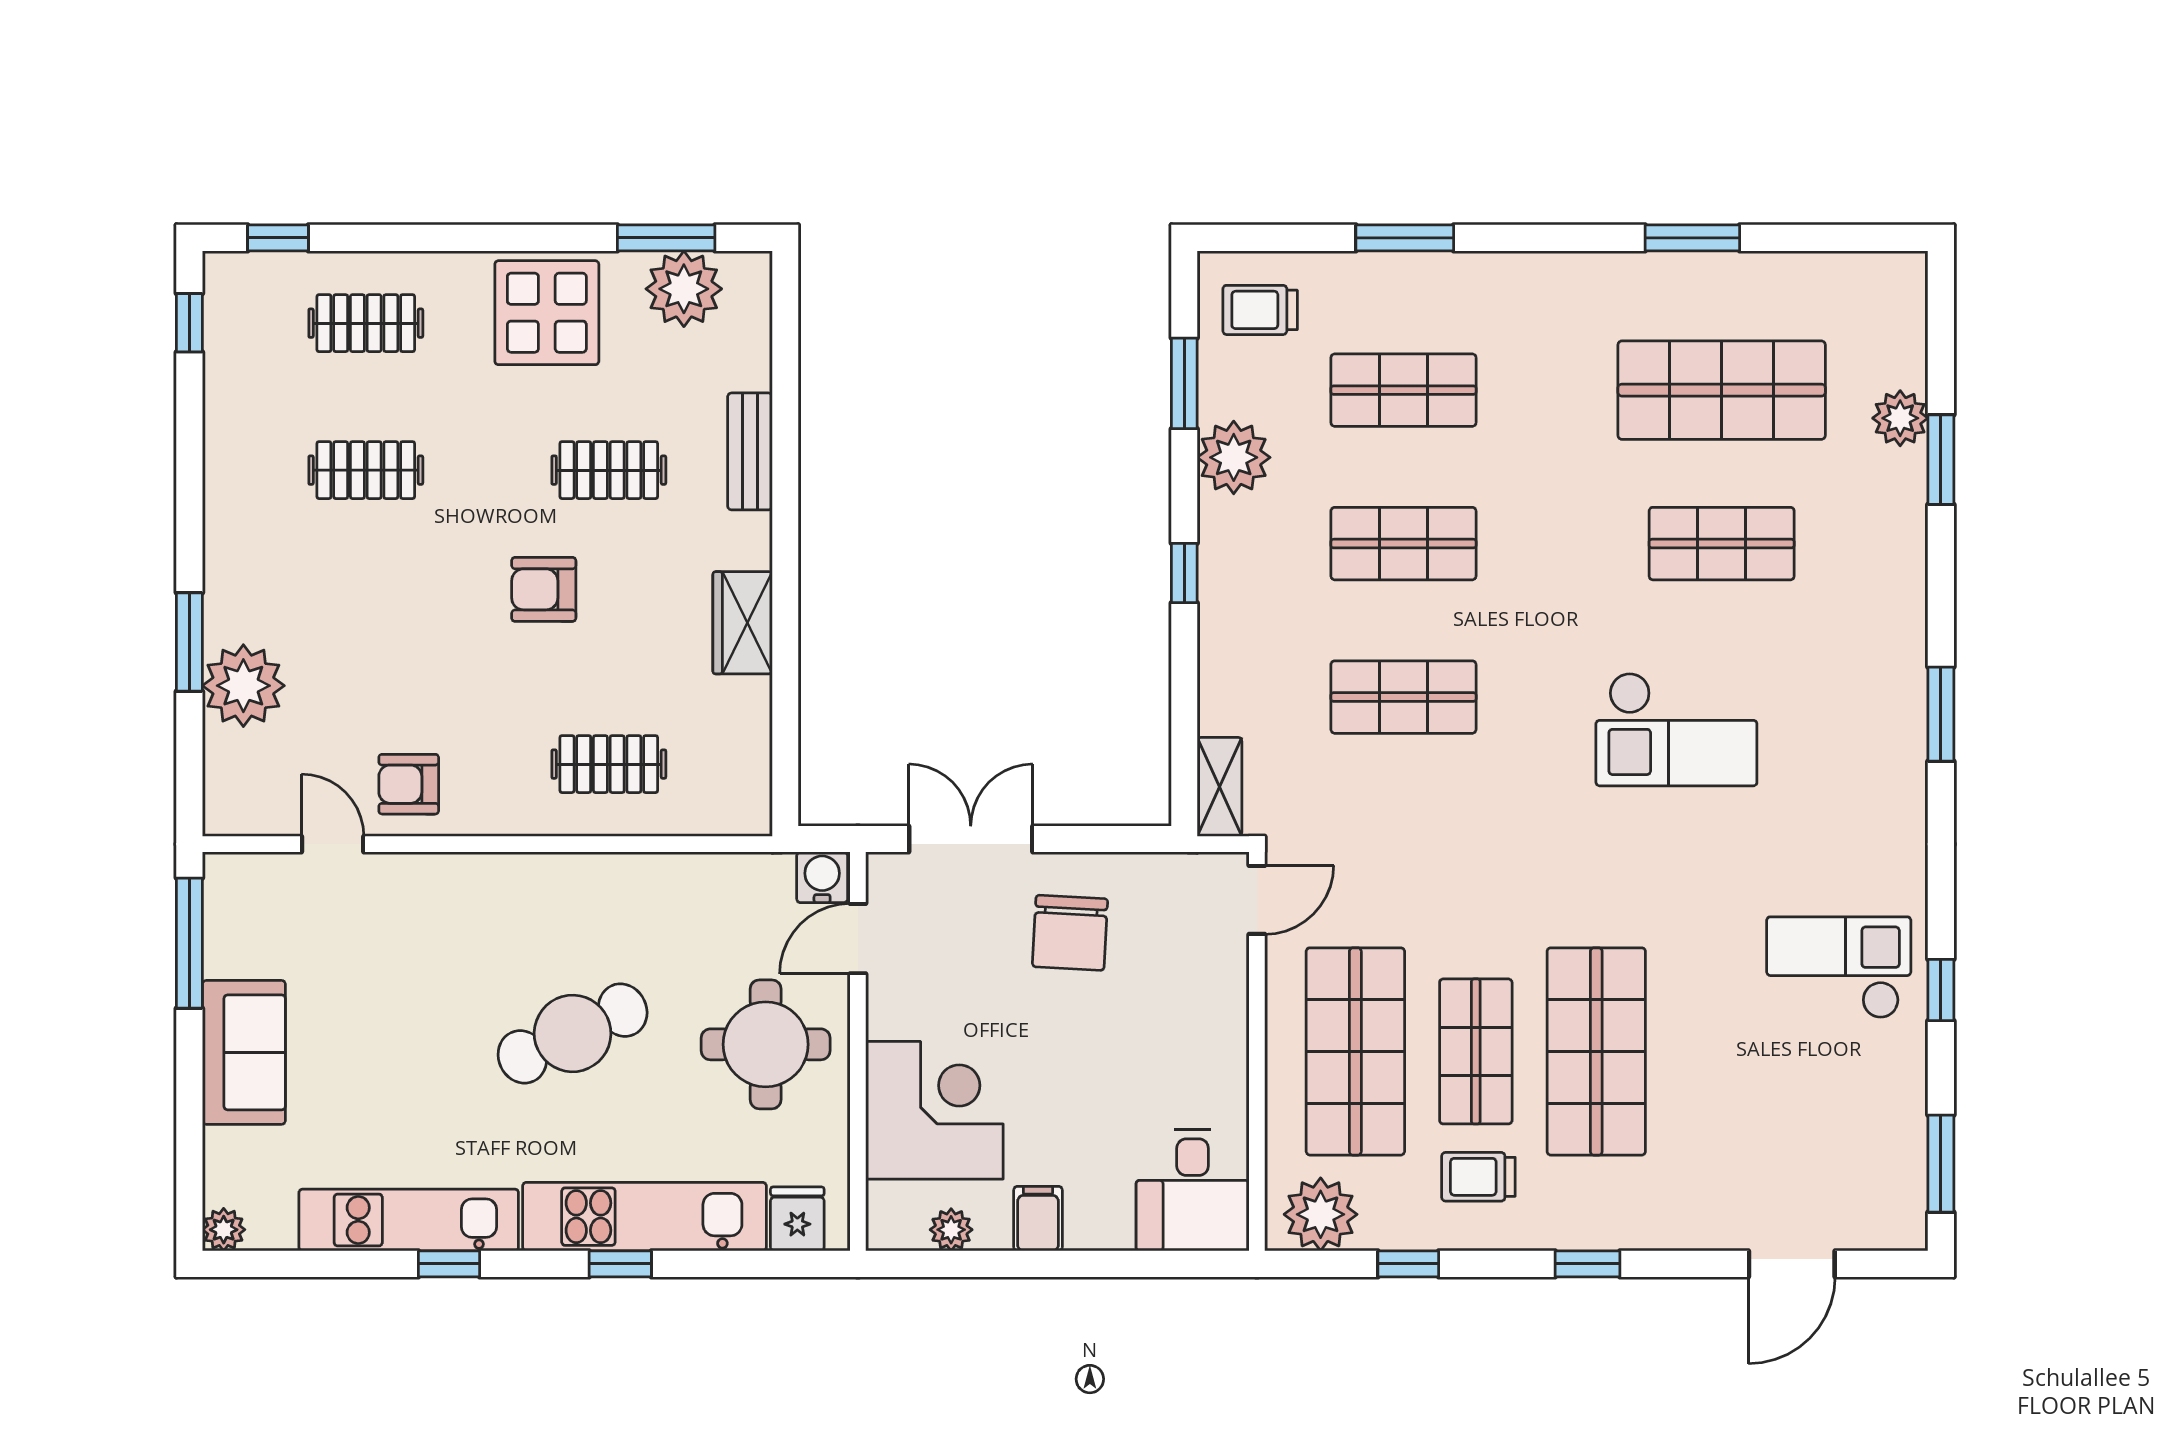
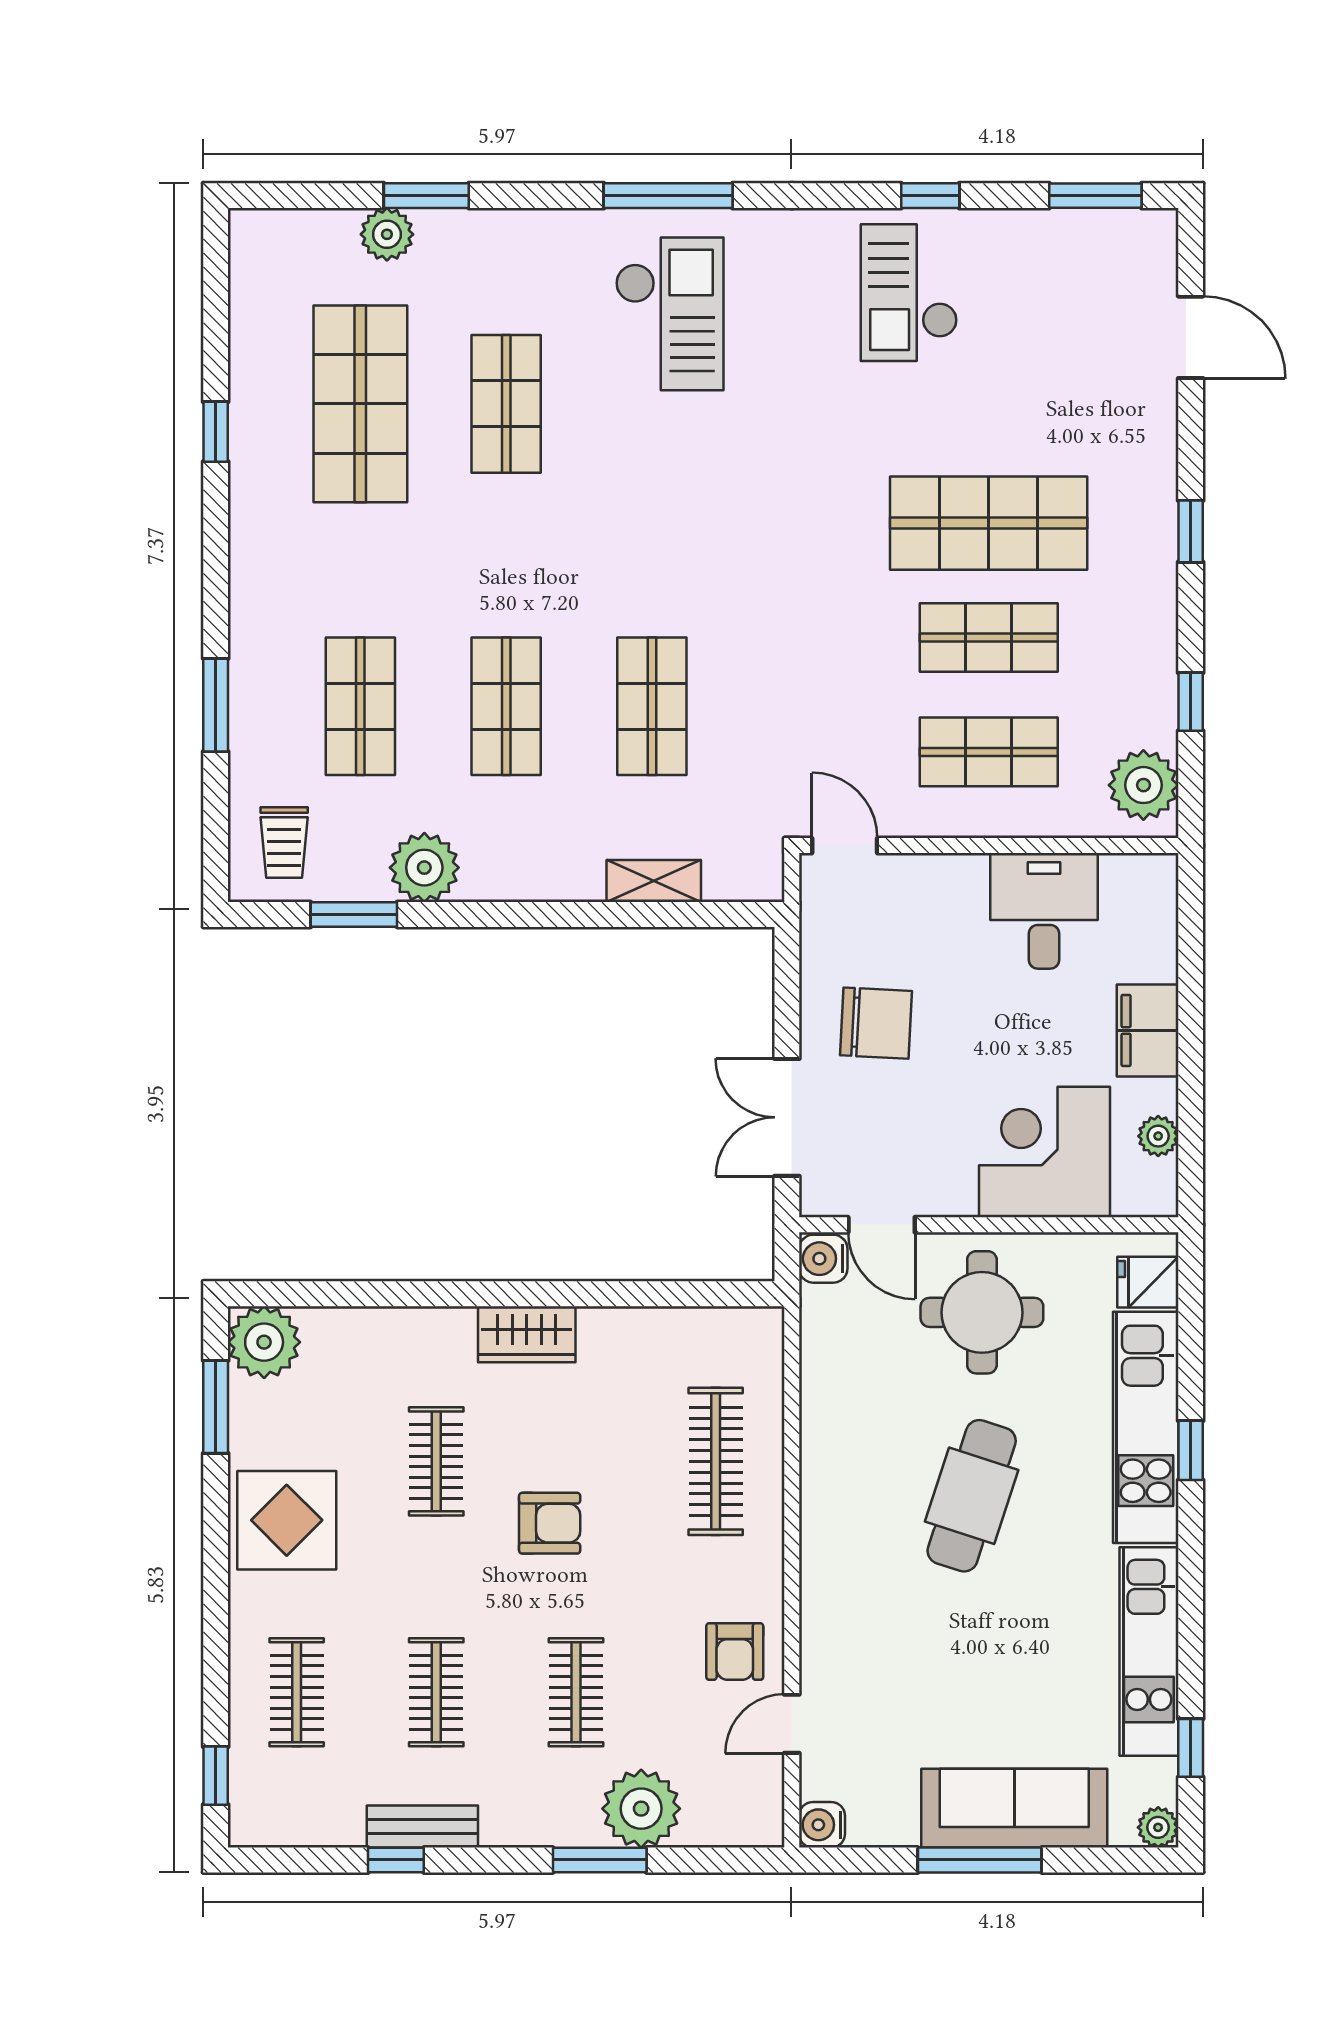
window: (1692, 238) -> (216, 432), width x0.67
plant: (684, 289) -> (264, 1342), moved
window: (189, 323) -> (396, 1860), moved
bench: (750, 451) -> (422, 1826), moved
window: (1184, 573) -> (534, 915), removed
armchair: (544, 589) -> (550, 1523), turned -90
clothes rail: (366, 617) -> (576, 1692), added
wardrobe: (743, 623) -> (527, 1334), moved
window: (1941, 714) -> (668, 196), width x1.44
checkout: (1676, 729) -> (670, 314), moved
clothes rail: (609, 764) -> (716, 1461), width x1.36
shelving: (1220, 787) -> (654, 881), moved
water cooler: (226, 876) -> (822, 1825), added
window: (189, 943) -> (980, 1860), moved
cafe table: (573, 1033) -> (972, 1496), turned 43
shop shelf: (1355, 1051) -> (989, 752), width x0.70, depth x0.74
sofa: (244, 1052) -> (1014, 1808), width x1.36
trolley: (1478, 1177) -> (1108, 635), removed
desk: (1193, 1190) -> (1044, 911), moved, turned -90
filing cabinet: (1038, 1219) -> (1148, 1030), width x2.00
window: (449, 1264) -> (1191, 1748), moved

